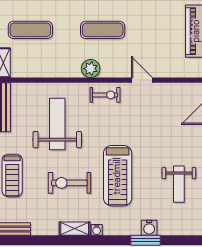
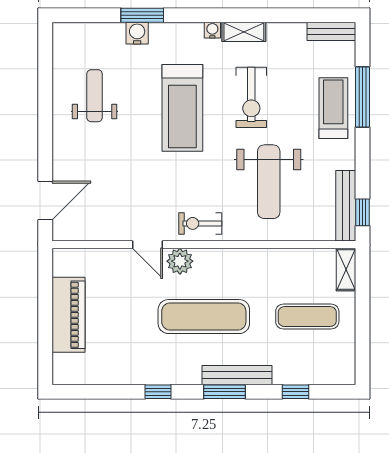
exercise mat: (103, 30) -> (204, 317), width x1.36, depth x1.45
plant: (91, 69) -> (180, 261), moved
treadmill: (118, 176) -> (182, 108), turned 180
exercise bike: (69, 183) -> (251, 97), turned 90

